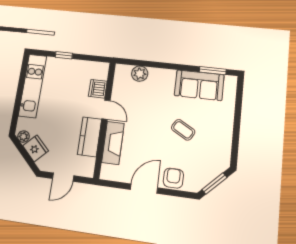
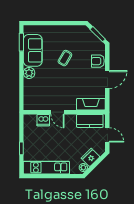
plant: (140, 74) -> (29, 73), moved
door: (106, 110) -> (57, 112), swing flipped
kitchen counter: (90, 137) -> (90, 121), moved
fireplace: (113, 143) -> (91, 104), moved
door: (144, 189) -> (107, 79), swing flipped

